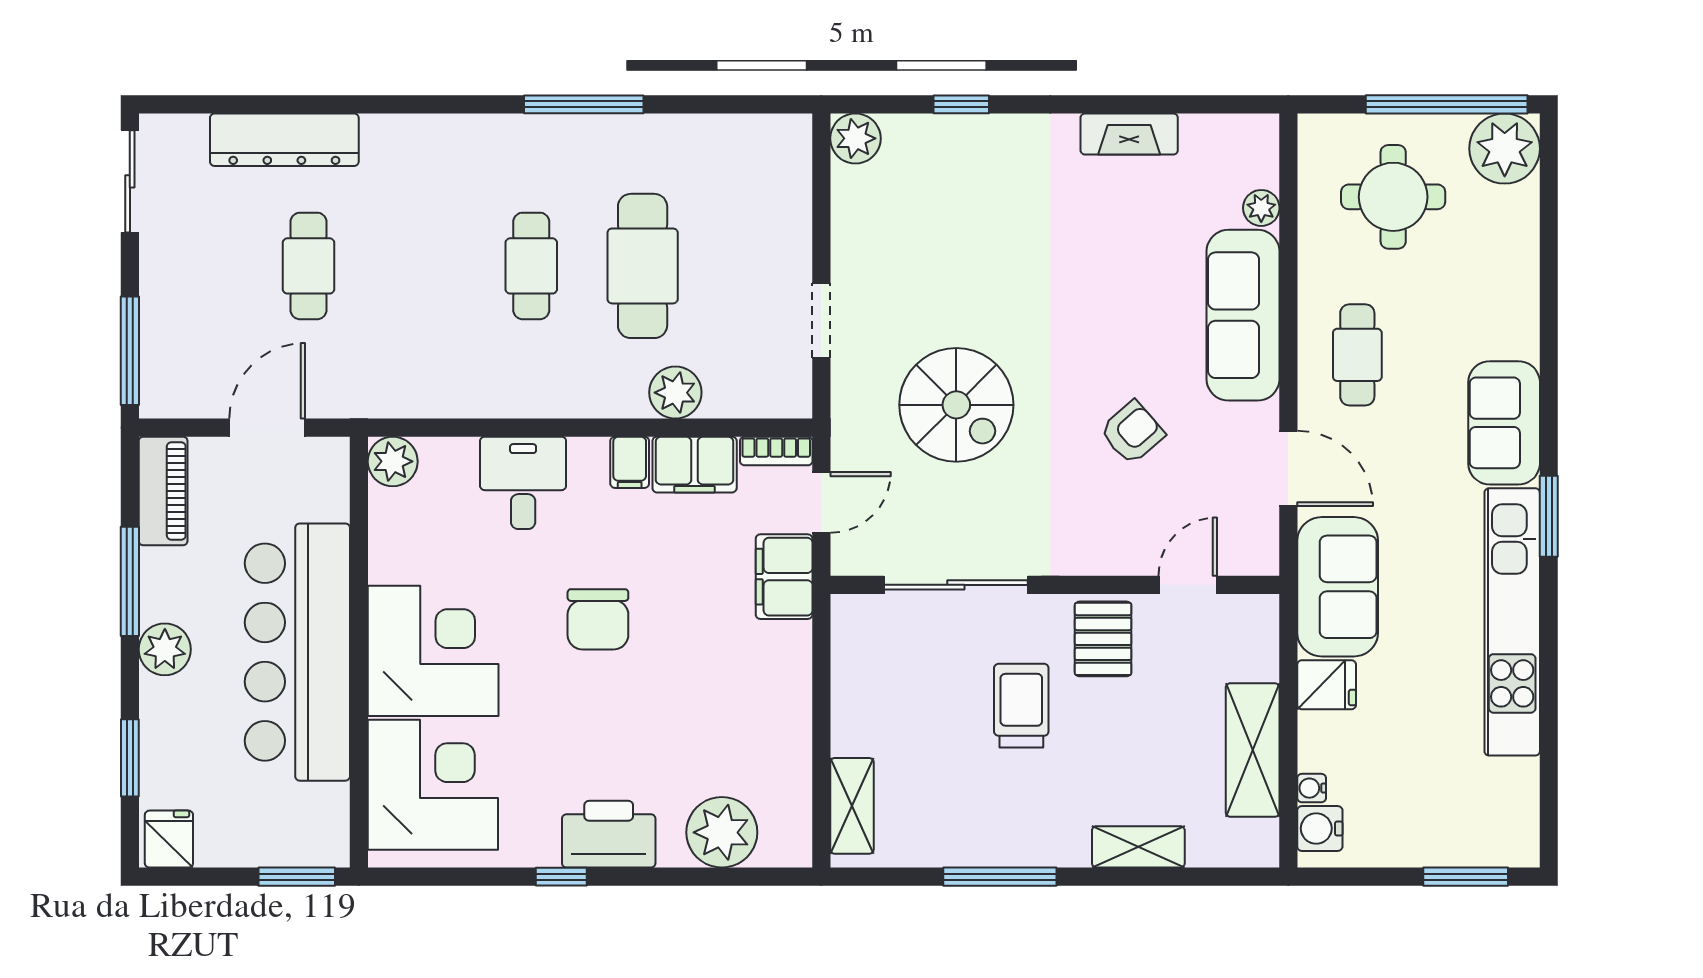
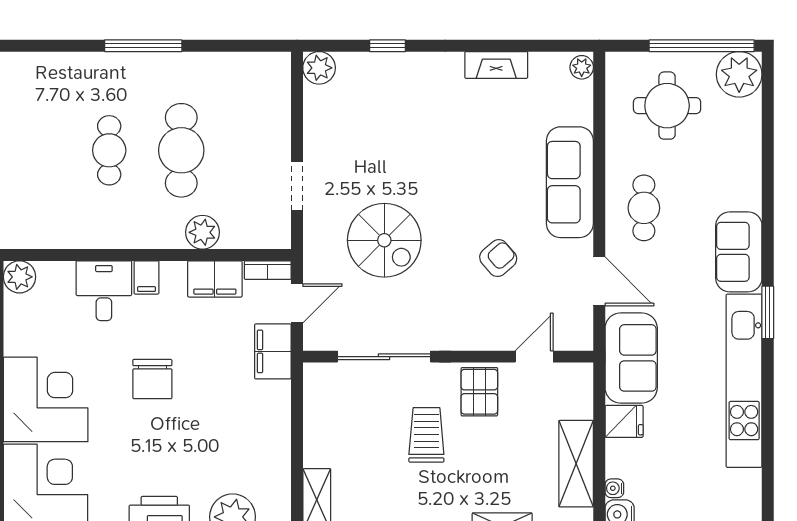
plant: (1261, 208) -> (582, 67), moved
filing cabinet: (630, 462) -> (146, 277), moved

